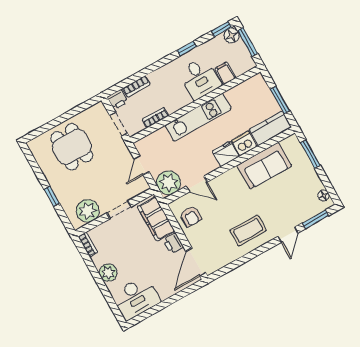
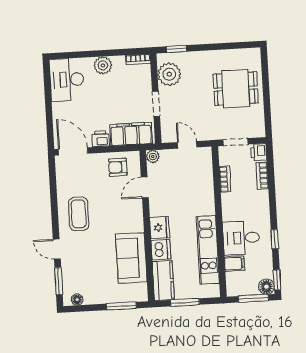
kitchen unit: (198, 117) -> (208, 250), moved
plant: (169, 183) -> (153, 156), width x0.53, depth x0.53
window: (52, 196) -> (177, 49), moved

